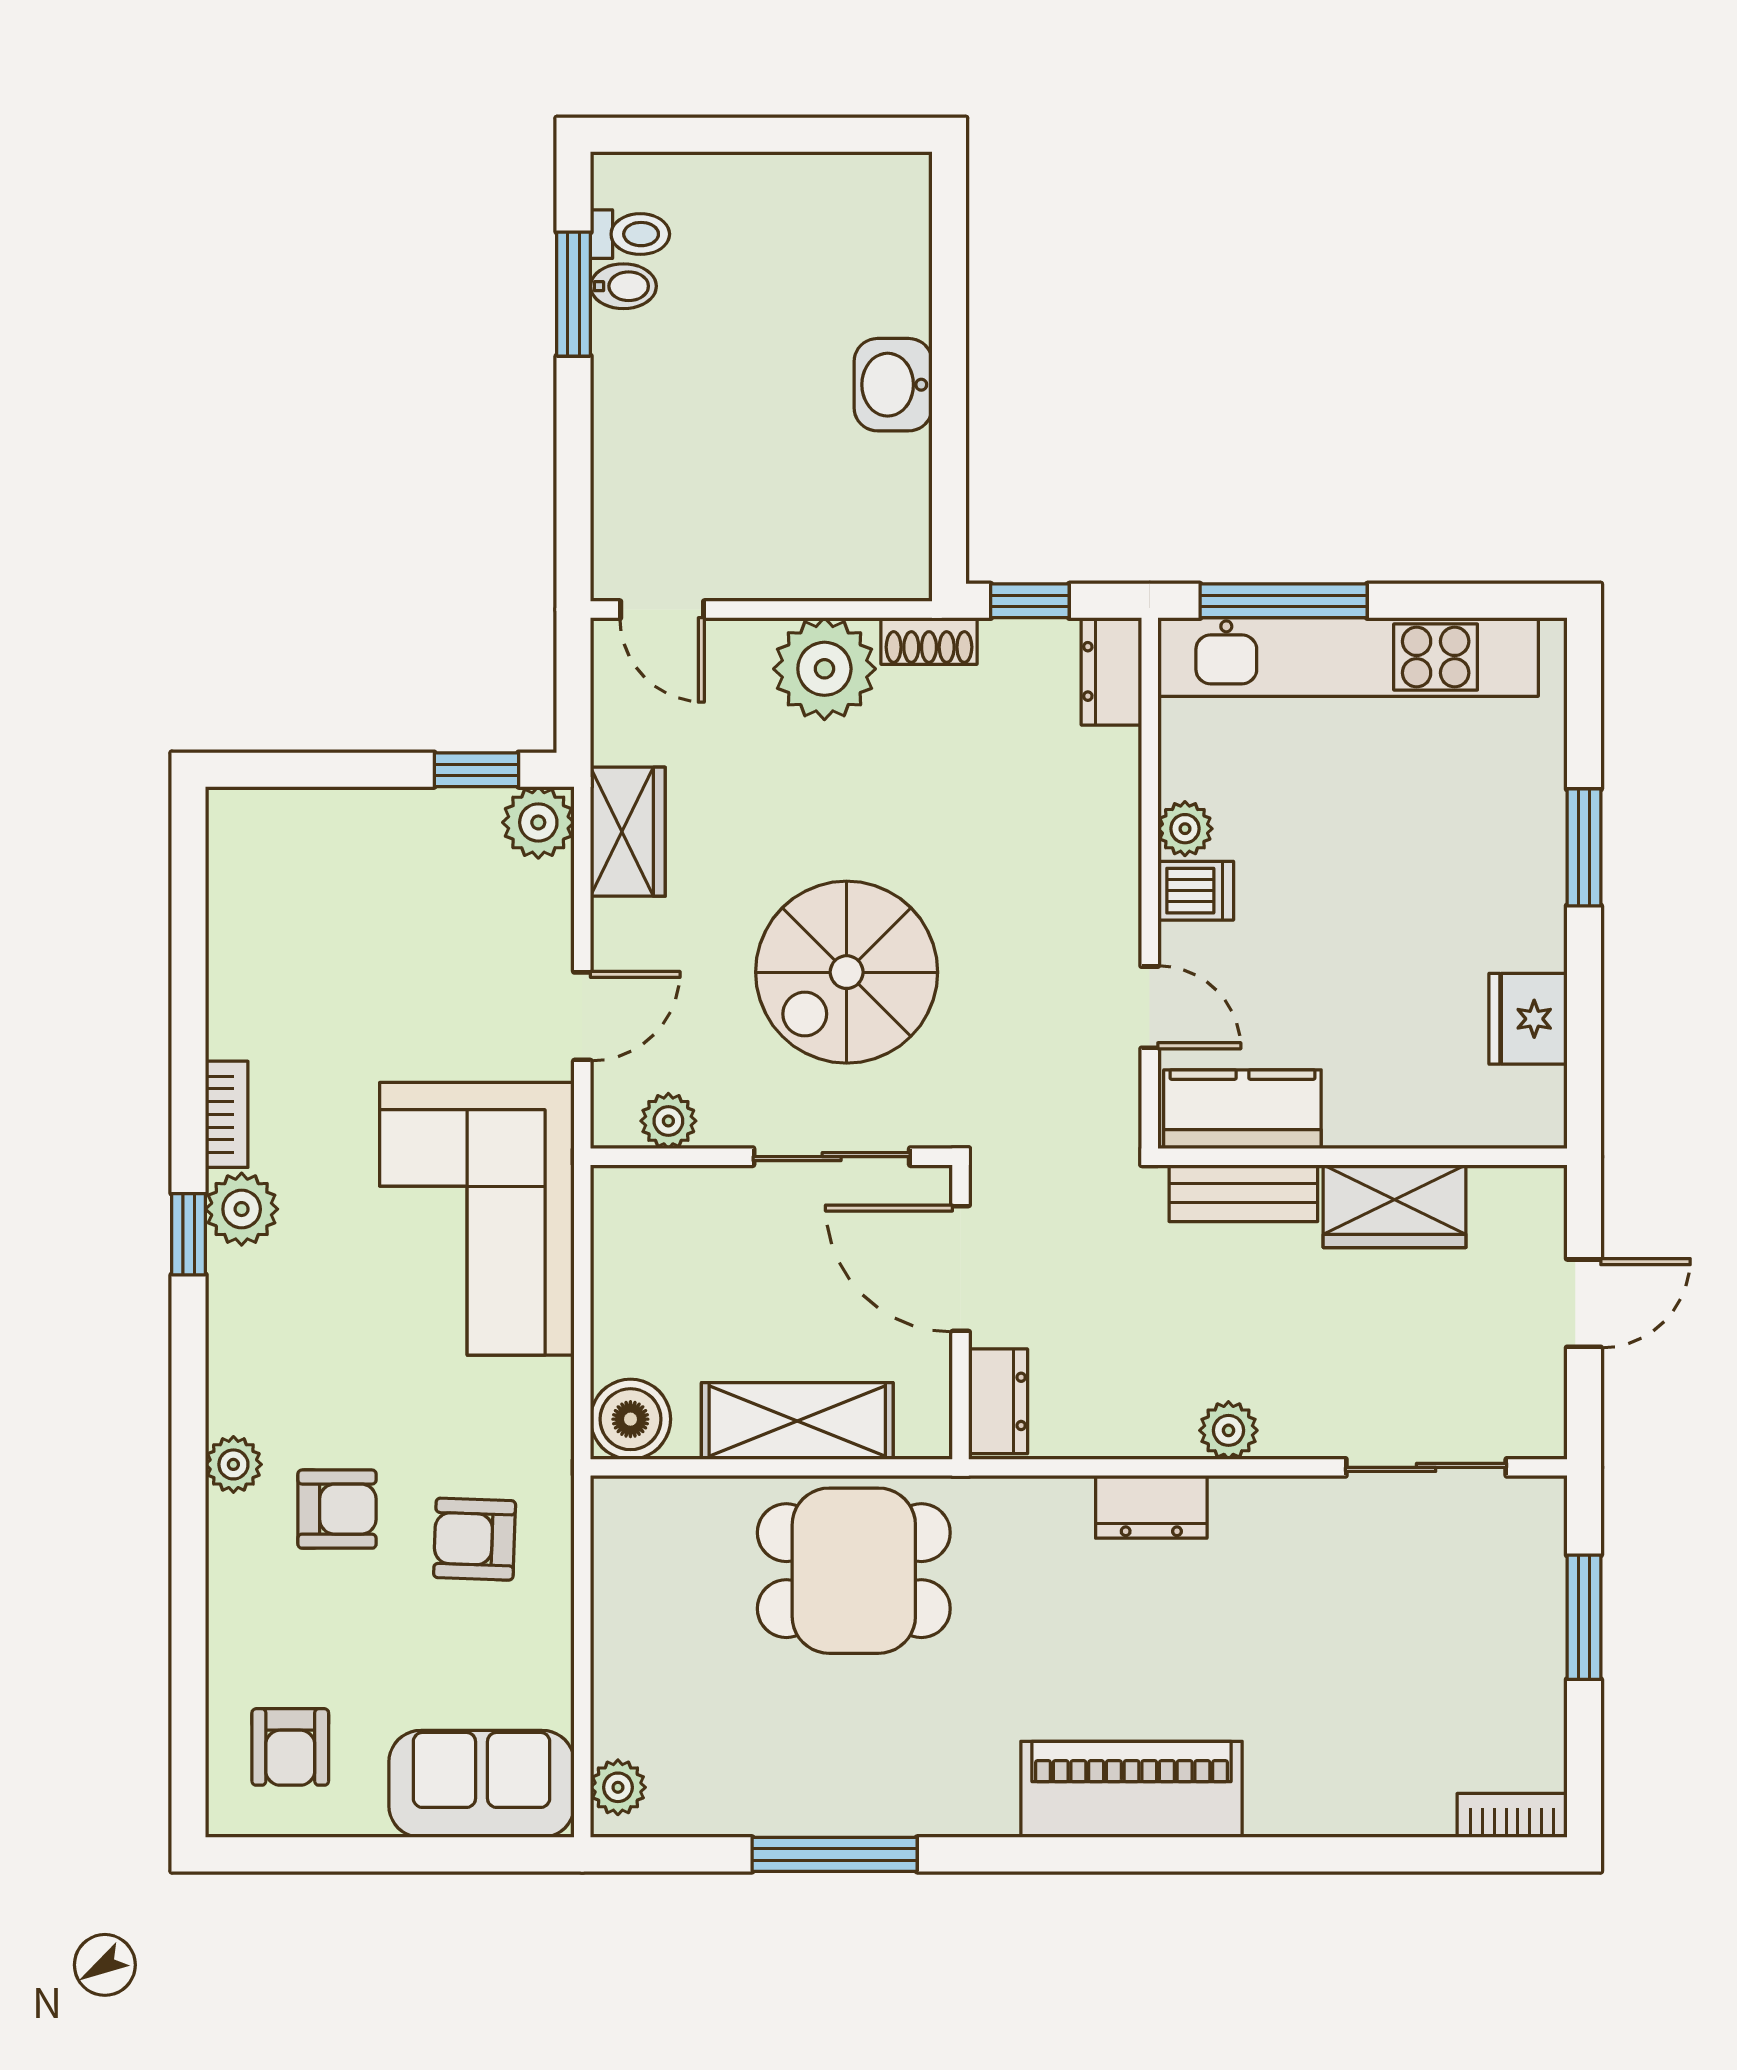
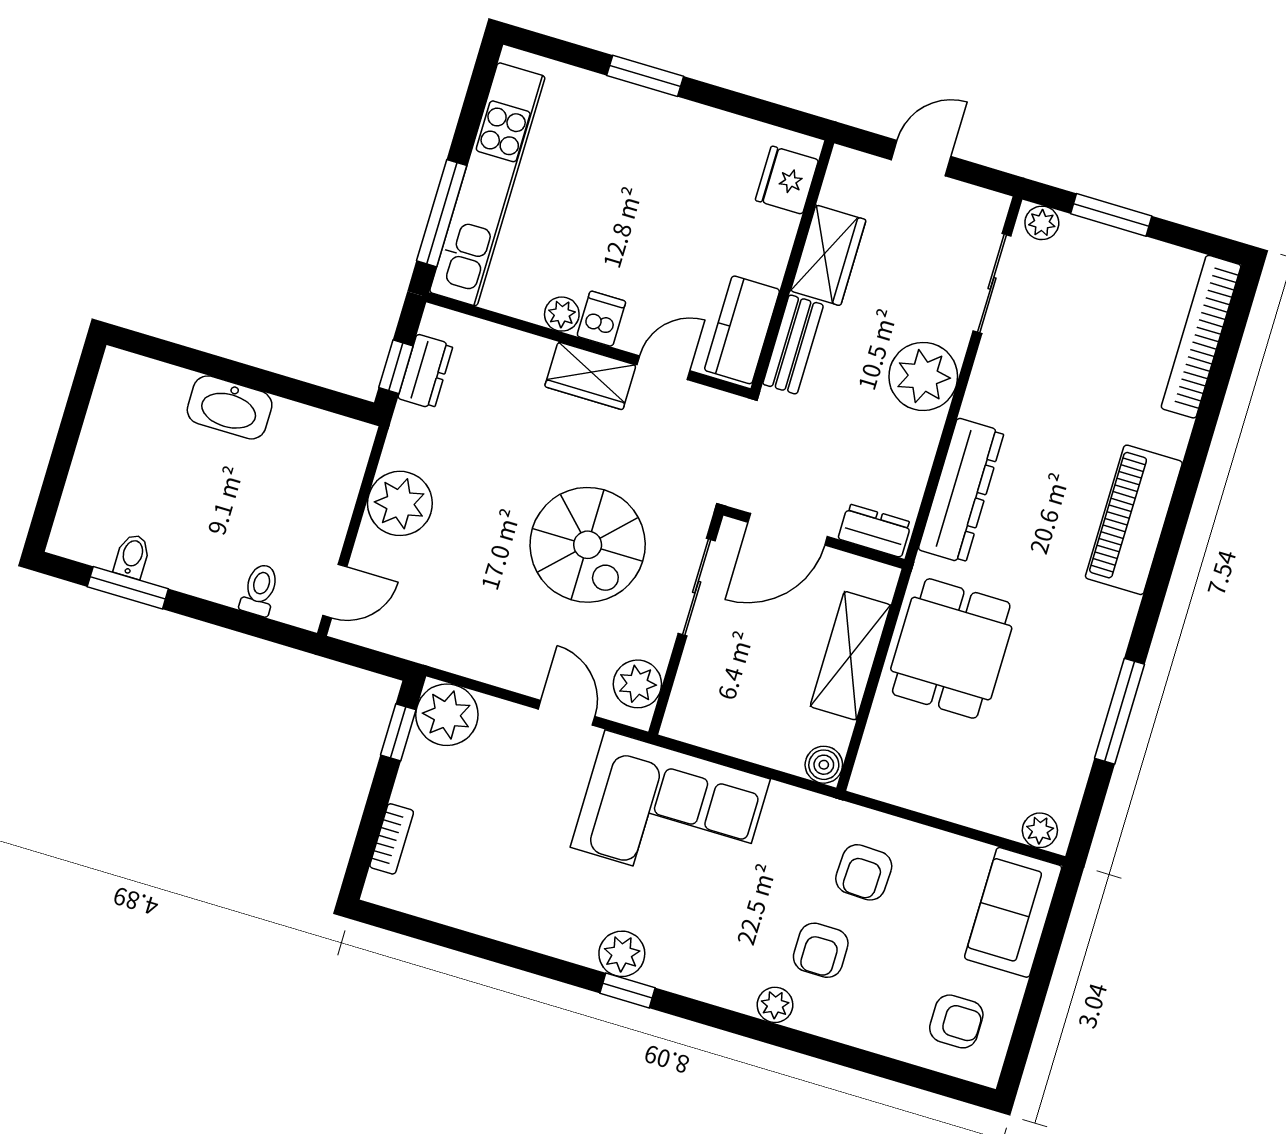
toilet: (630, 234) -> (260, 590), moved
washbasin: (893, 385) -> (230, 407), width x1.38
shoe rack: (929, 641) -> (402, 435), removed
dresser: (1111, 671) -> (426, 372), moved, turned -90
plant: (538, 822) -> (447, 715), width x1.36, depth x1.36
wardrobe: (628, 832) -> (590, 376), moved, turned 180
fridge: (1528, 1019) -> (787, 180), moved, turned 90
bookcase: (227, 1114) -> (392, 839), moved, turned 90
plant: (668, 1121) -> (637, 684), width x1.38, depth x1.38
door: (1584, 1303) -> (921, 158), hinge flipped
boiler: (630, 1419) -> (824, 765), width x0.73, depth x0.73
plant: (1228, 1430) -> (923, 376), width x1.88, depth x1.88
dresser: (1151, 1507) -> (961, 491), width x1.96, depth x1.24
armchair: (337, 1509) -> (821, 950), turned 180
plant: (1540, 1516) -> (1042, 223), added
bookcase: (1512, 1815) -> (1201, 337), width x2.31, depth x1.31

